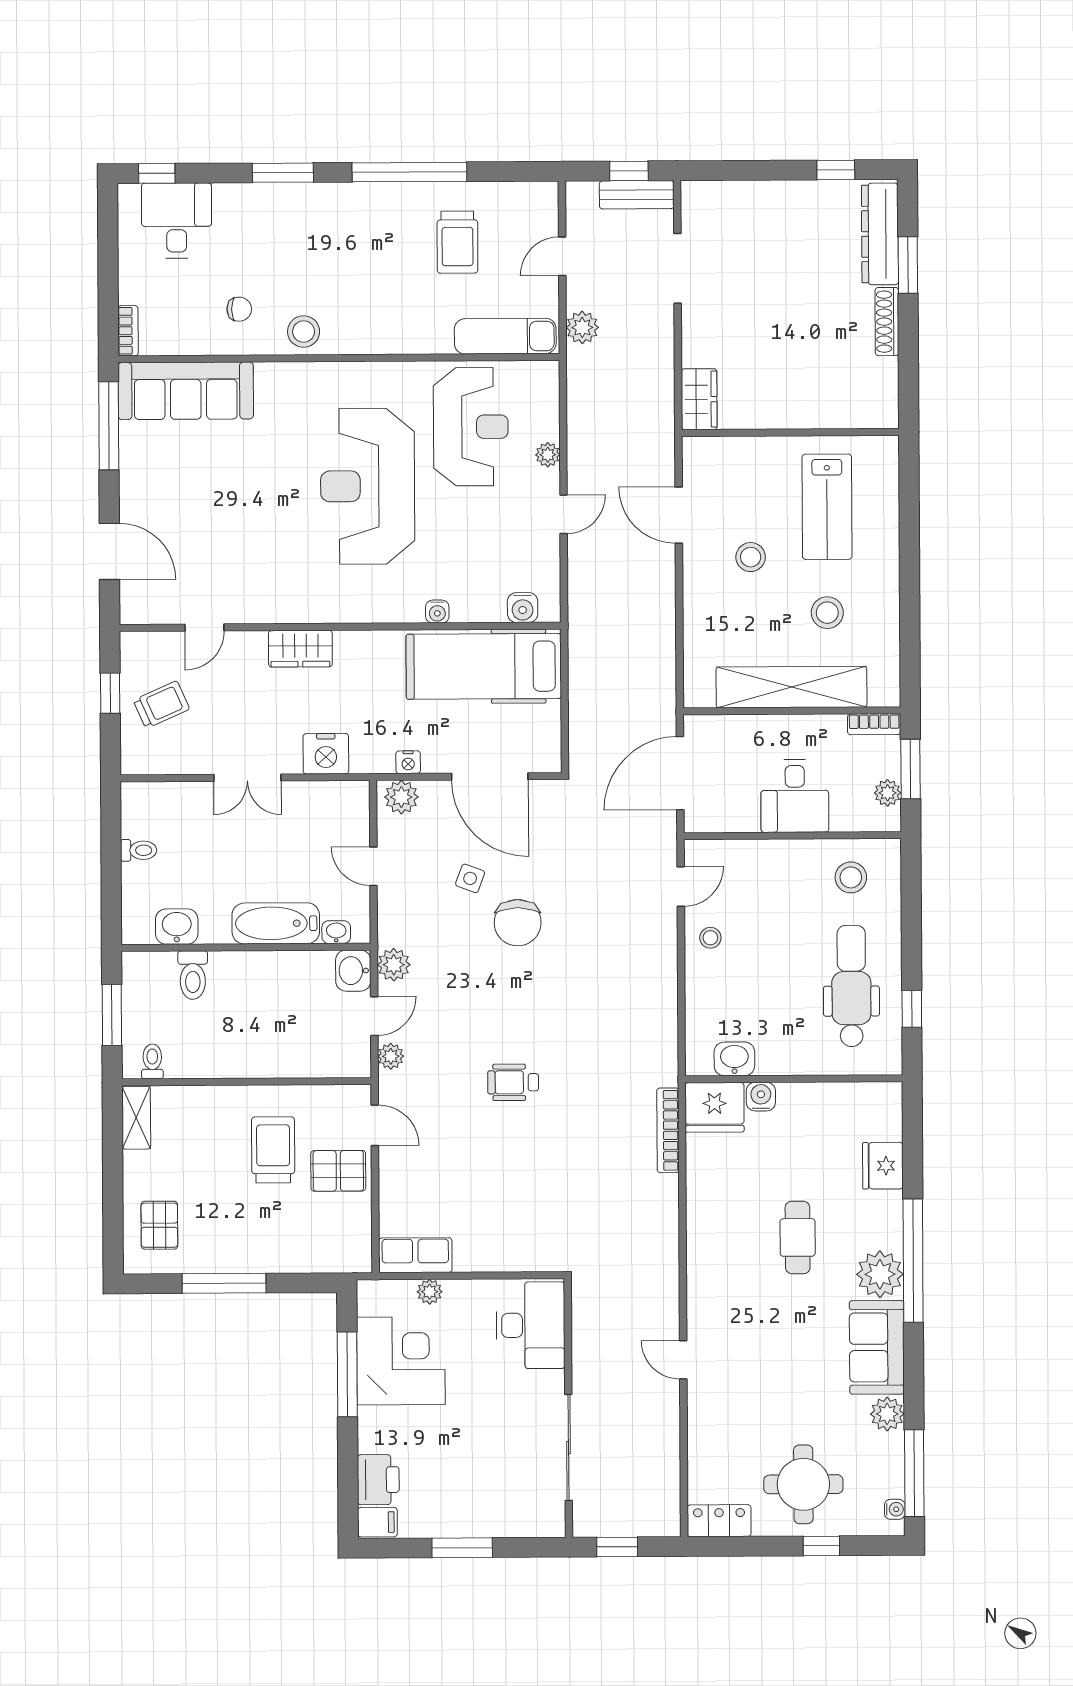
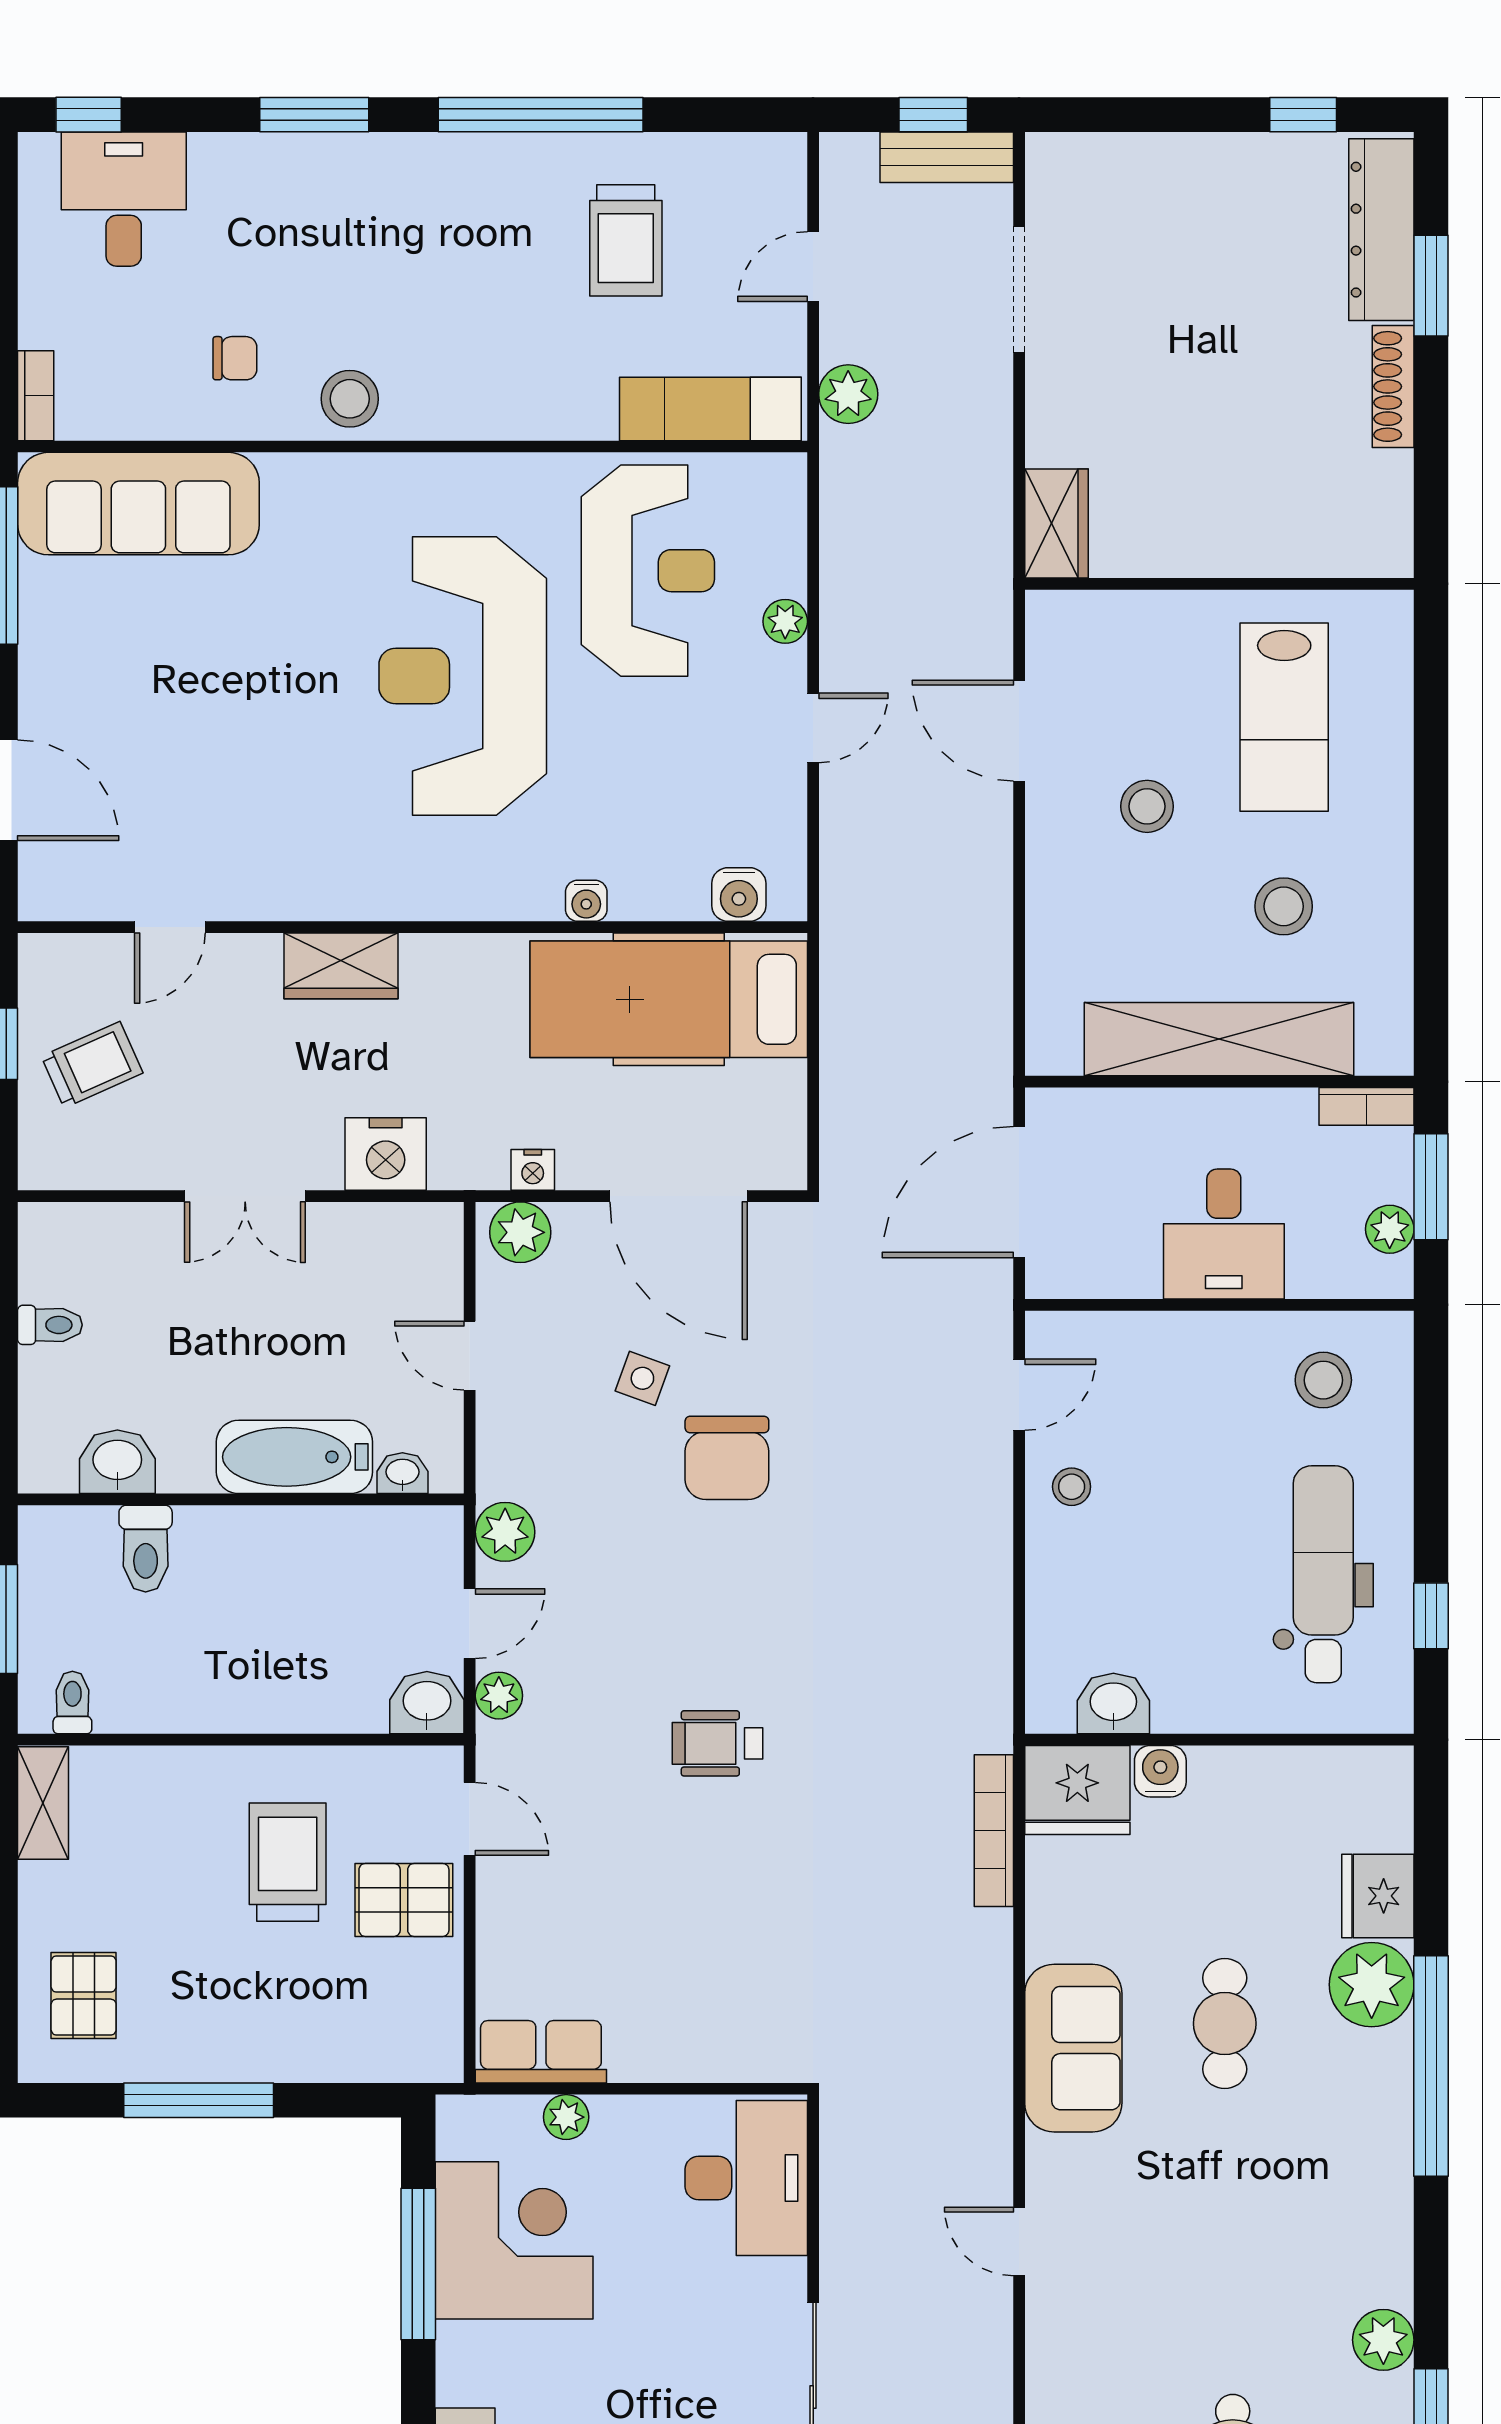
washbasin: (353, 971) -> (427, 1703), moved, turned 90
plant: (880, 1274) -> (1372, 1985), moved
sofa: (877, 1347) -> (1073, 2048), moved, turned 180

